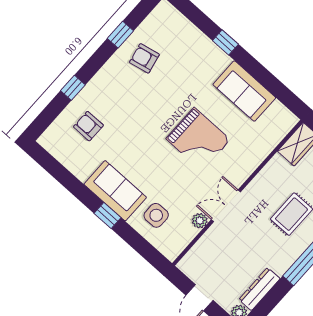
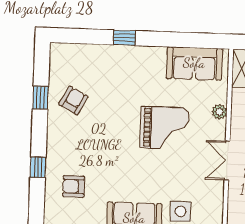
armchair: (144, 58) -> (73, 100), turned 130
sofa: (244, 91) -> (194, 63), moved
plant: (200, 221) -> (219, 112), moved

